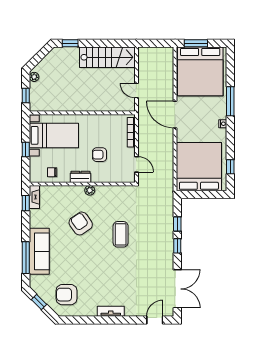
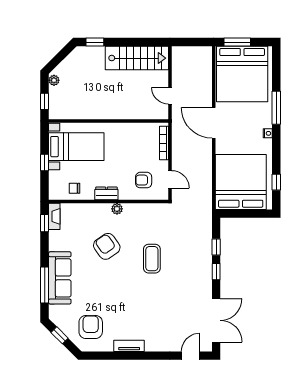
armchair: (100, 155) -> (144, 180), moved
armchair: (66, 295) -> (91, 327), turned 90
tv unit: (111, 311) -> (129, 346), moved

